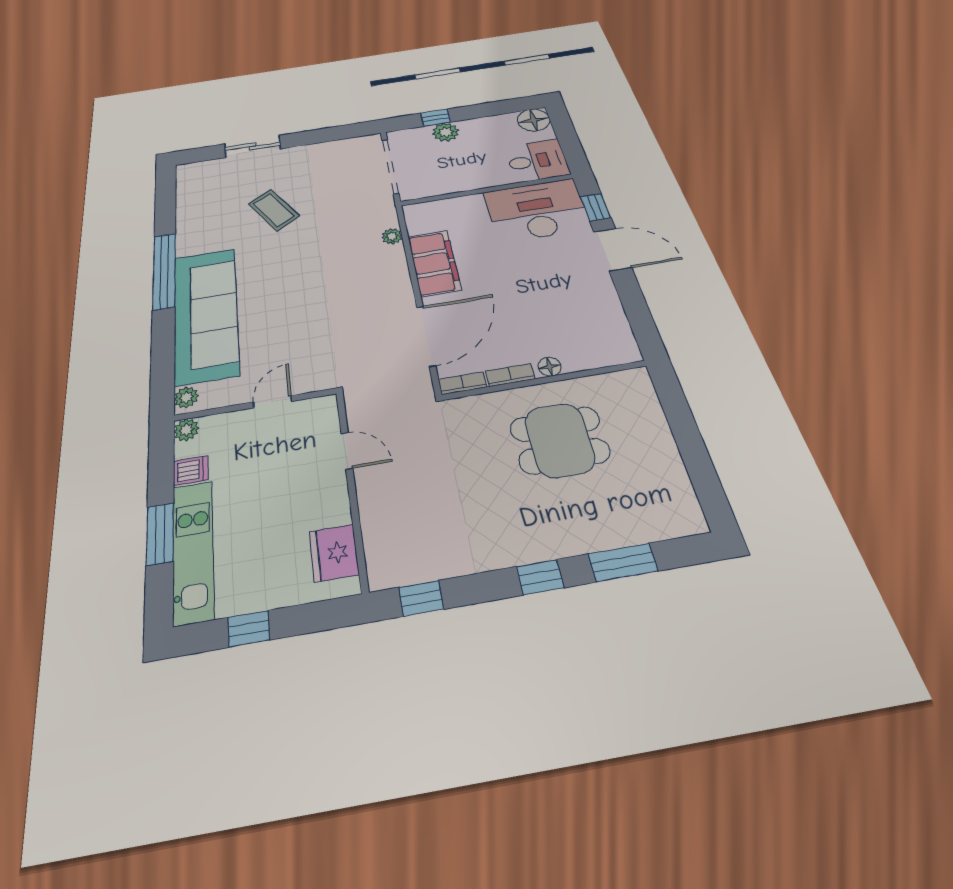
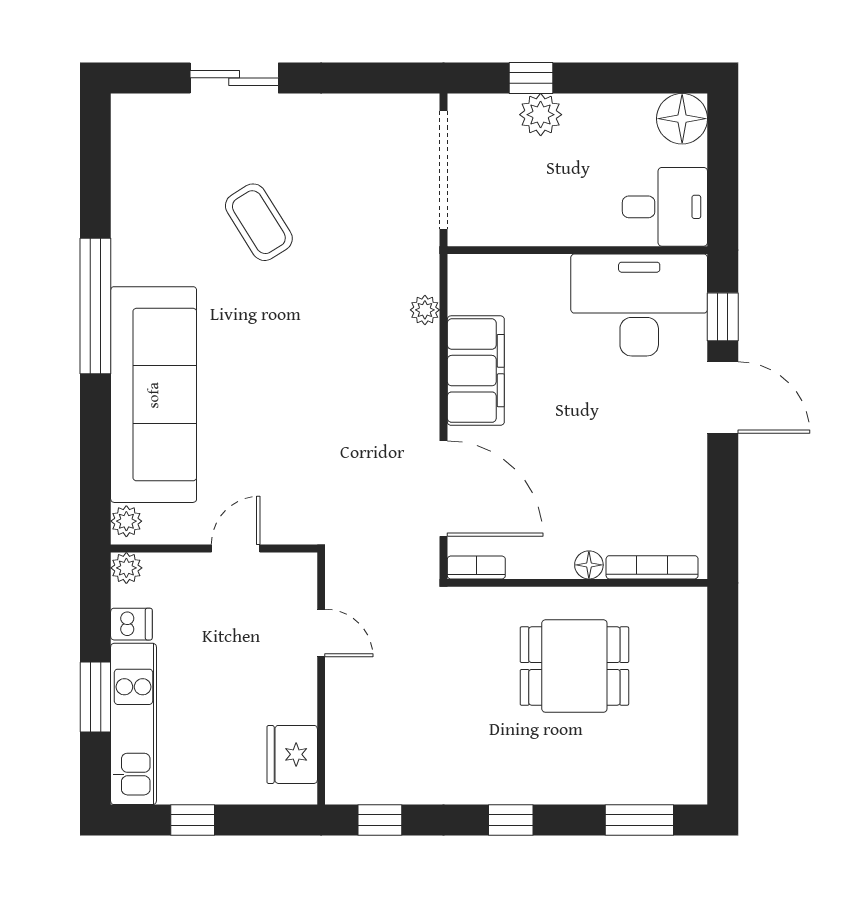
door: (426, 336) -> (443, 489), hinge flipped
bookcase: (510, 375) -> (652, 567), moved, width x1.56
window: (623, 562) -> (639, 820), moved

